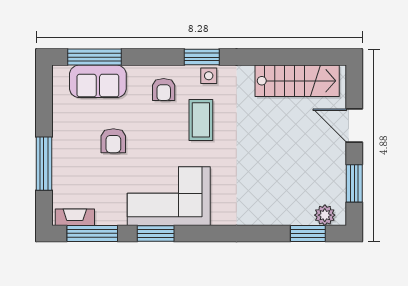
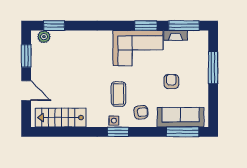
sofa: (98, 81) -> (181, 117), width x1.36
armchair: (164, 90) -> (141, 112), turned 84
fireplace: (75, 217) -> (176, 35), moved

